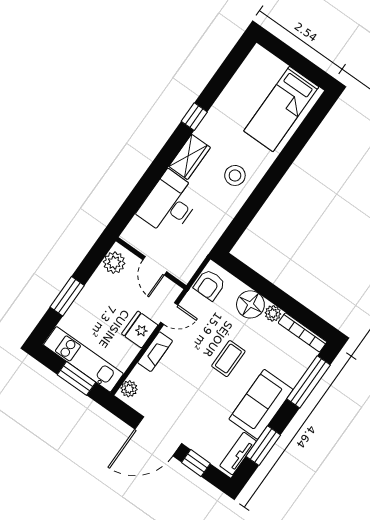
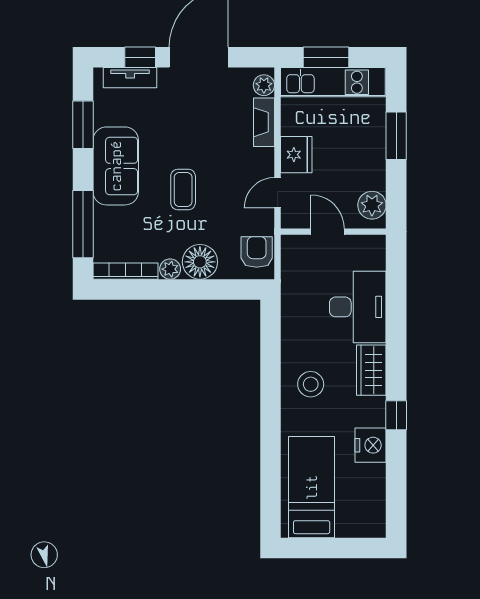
nightstand: (224, 109) -> (371, 445), added
fireplace: (155, 352) -> (264, 122), moved
tv unit: (238, 454) -> (130, 78), moved, turned 90

